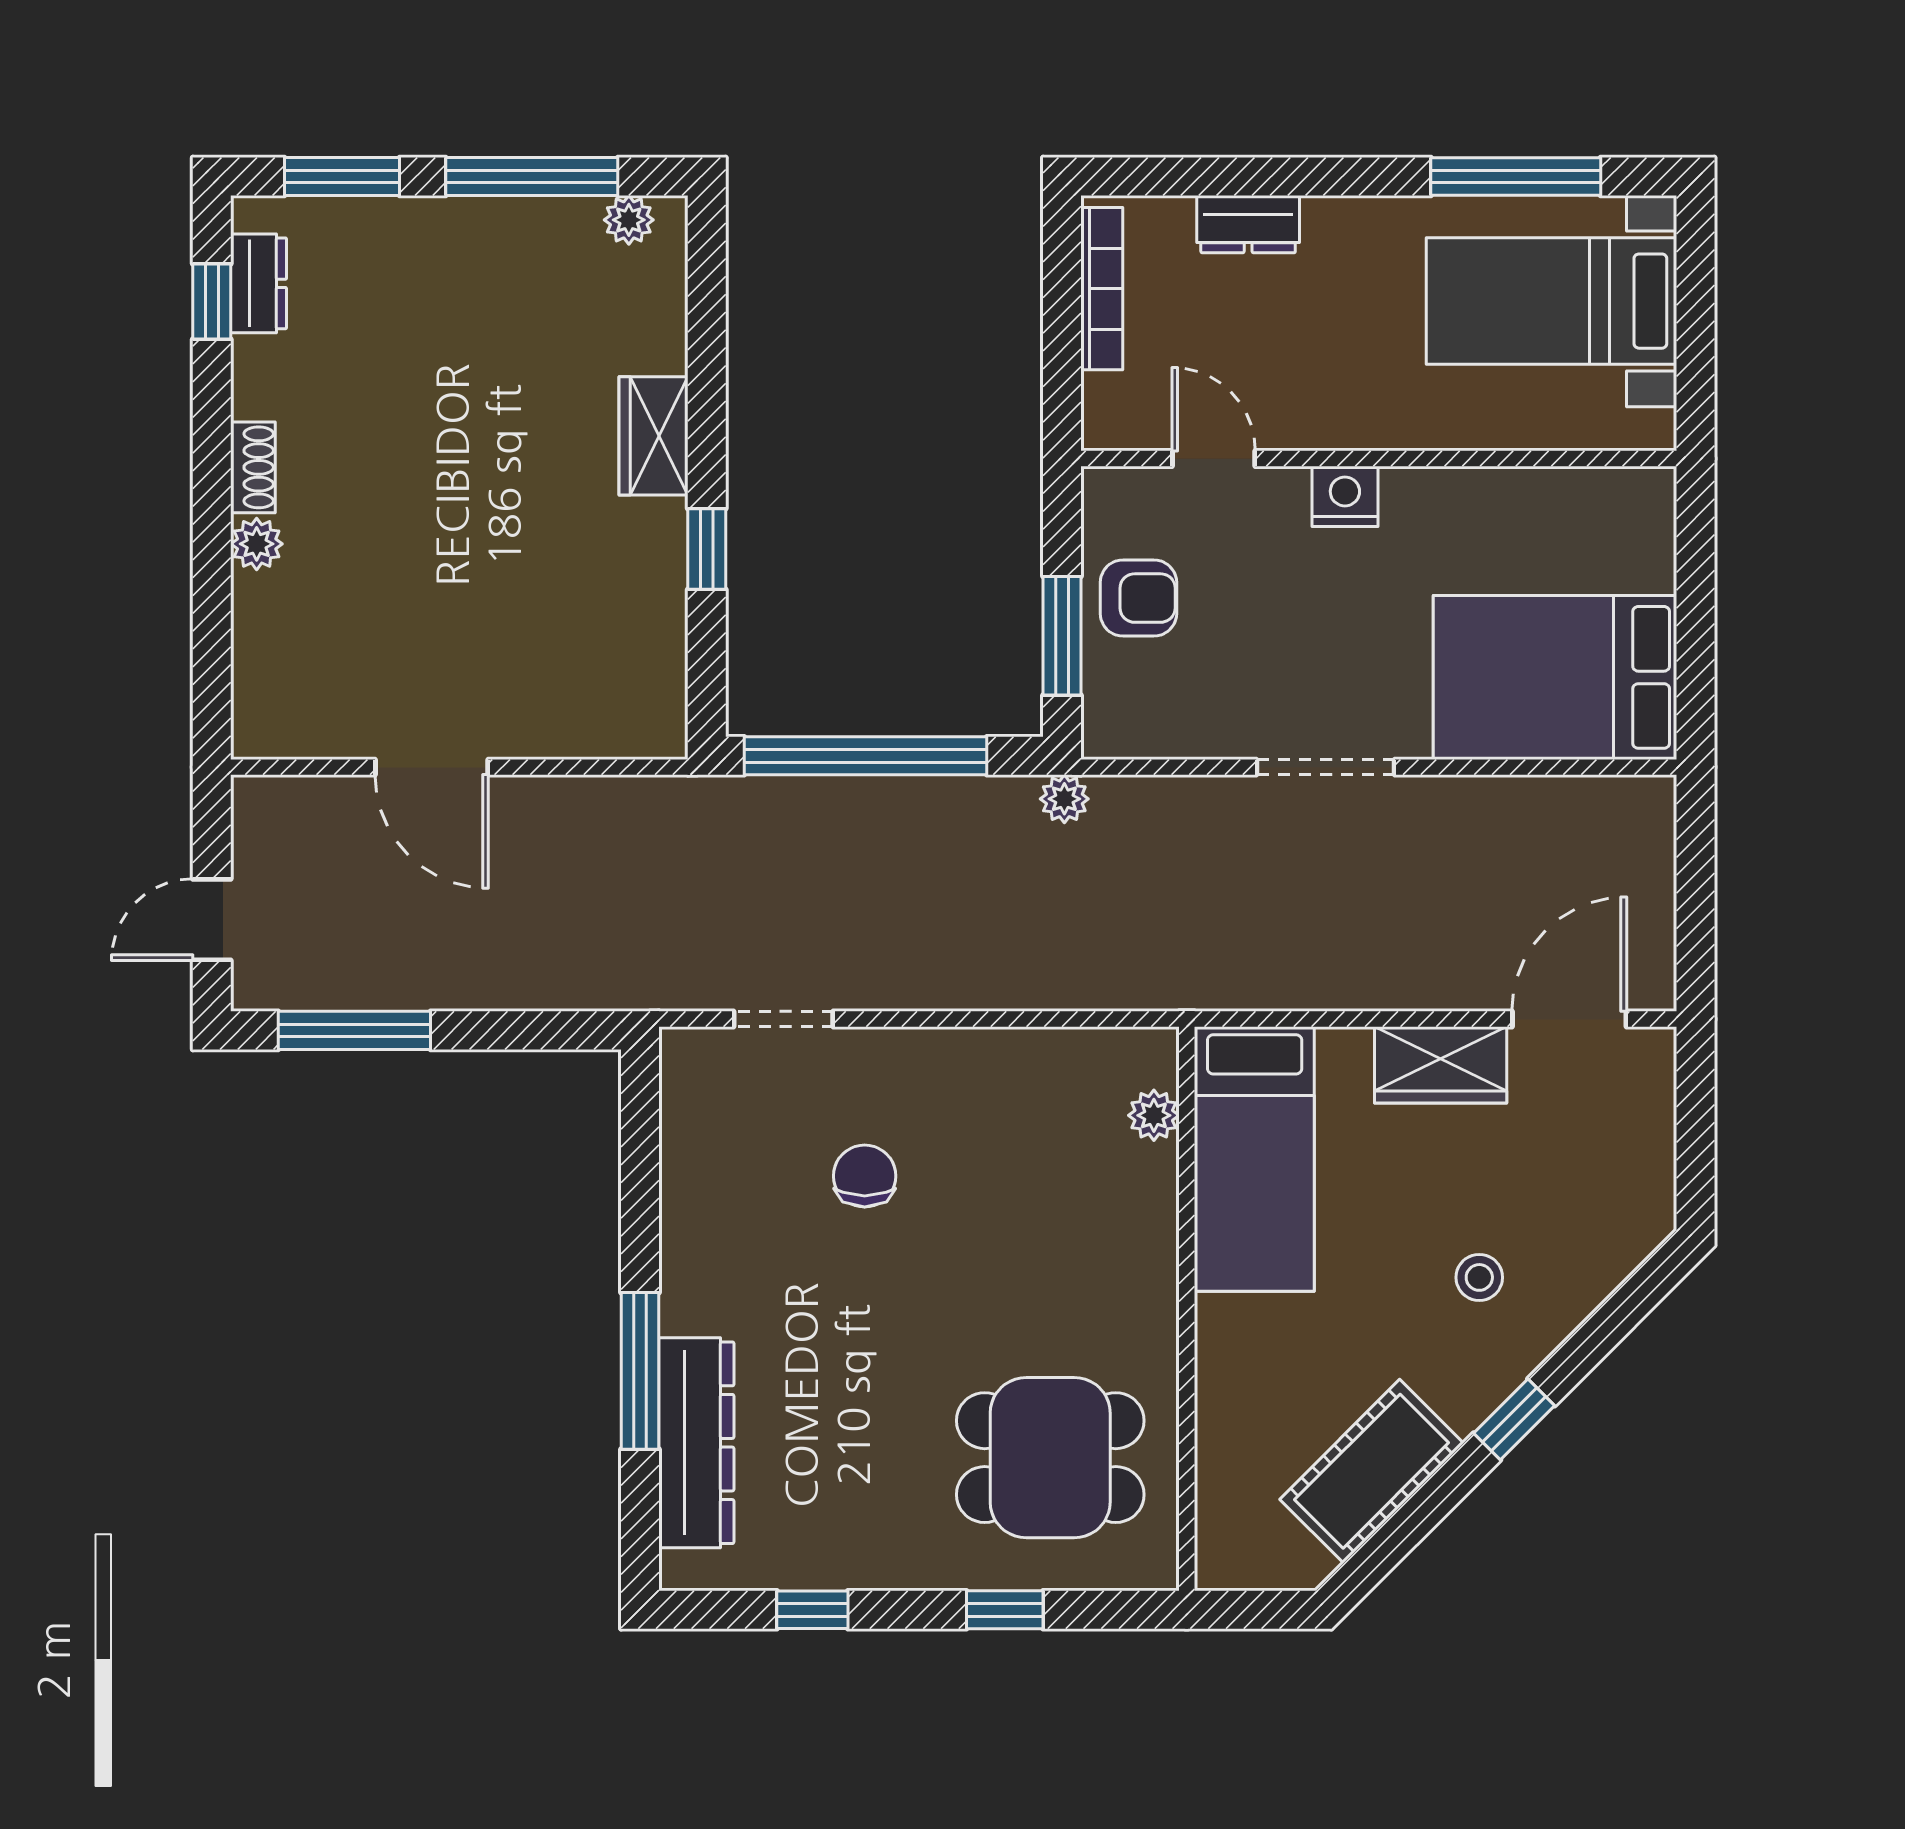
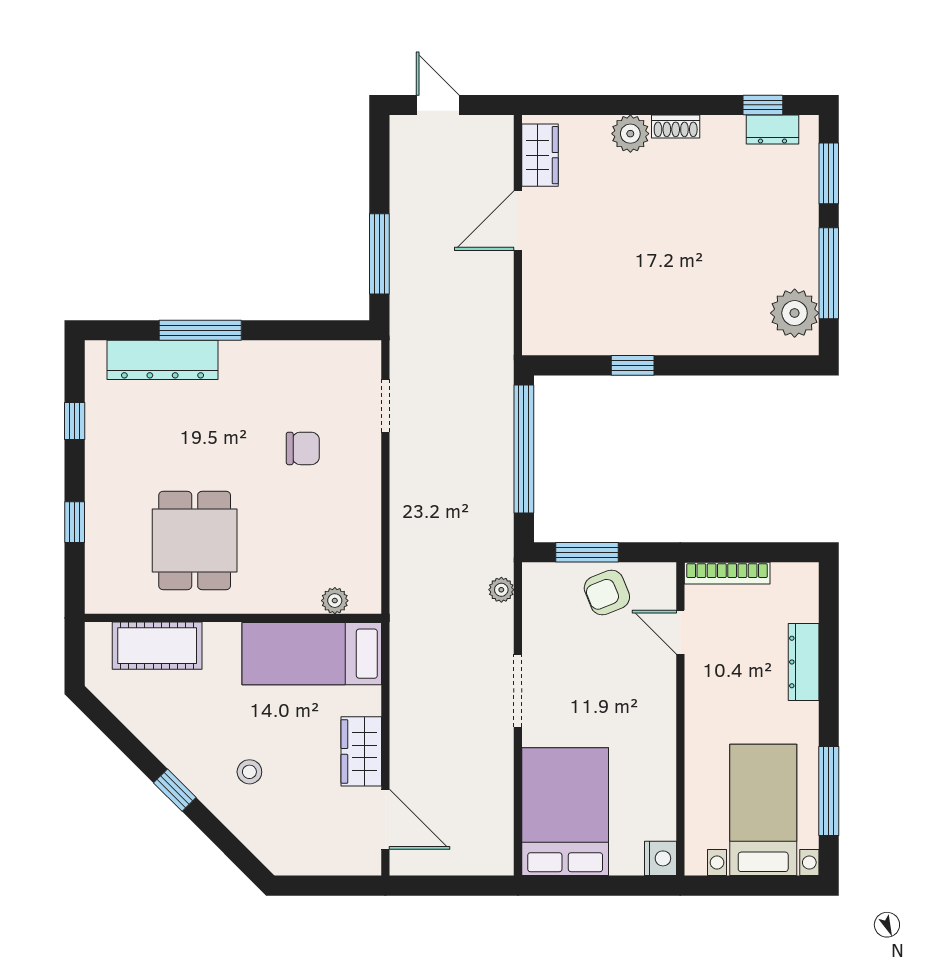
plant: (629, 220) -> (795, 313), width x1.87, depth x1.87
dresser: (1248, 224) -> (804, 662), width x1.44
bookcase: (1102, 289) -> (727, 573), moved
wardrobe: (654, 436) -> (540, 155), moved, turned 90
door: (1214, 459) -> (680, 632), swing flipped
nightstand: (1345, 496) -> (660, 858), moved
plant: (257, 544) -> (630, 134), width x1.38, depth x1.38
armchair: (1138, 598) -> (607, 592), turned 68
plant: (1064, 799) -> (501, 590), moved
window: (354, 1030) -> (379, 254), moved
dining table: (1050, 1458) -> (195, 541), moved
cot: (1372, 1471) -> (157, 646), moved, turned -45

